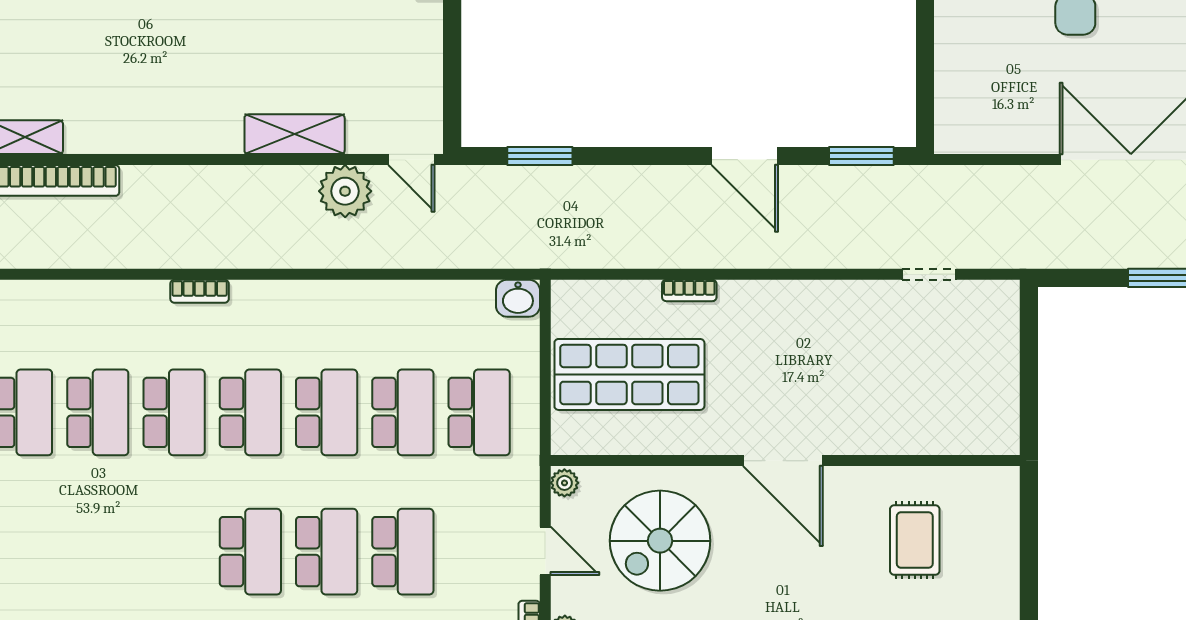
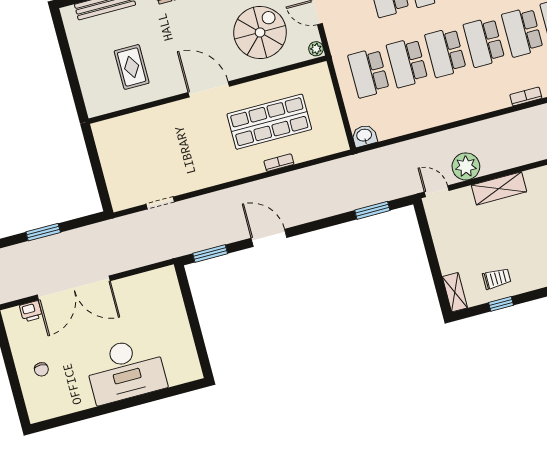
shop shelf: (629, 374) -> (269, 122), moved

